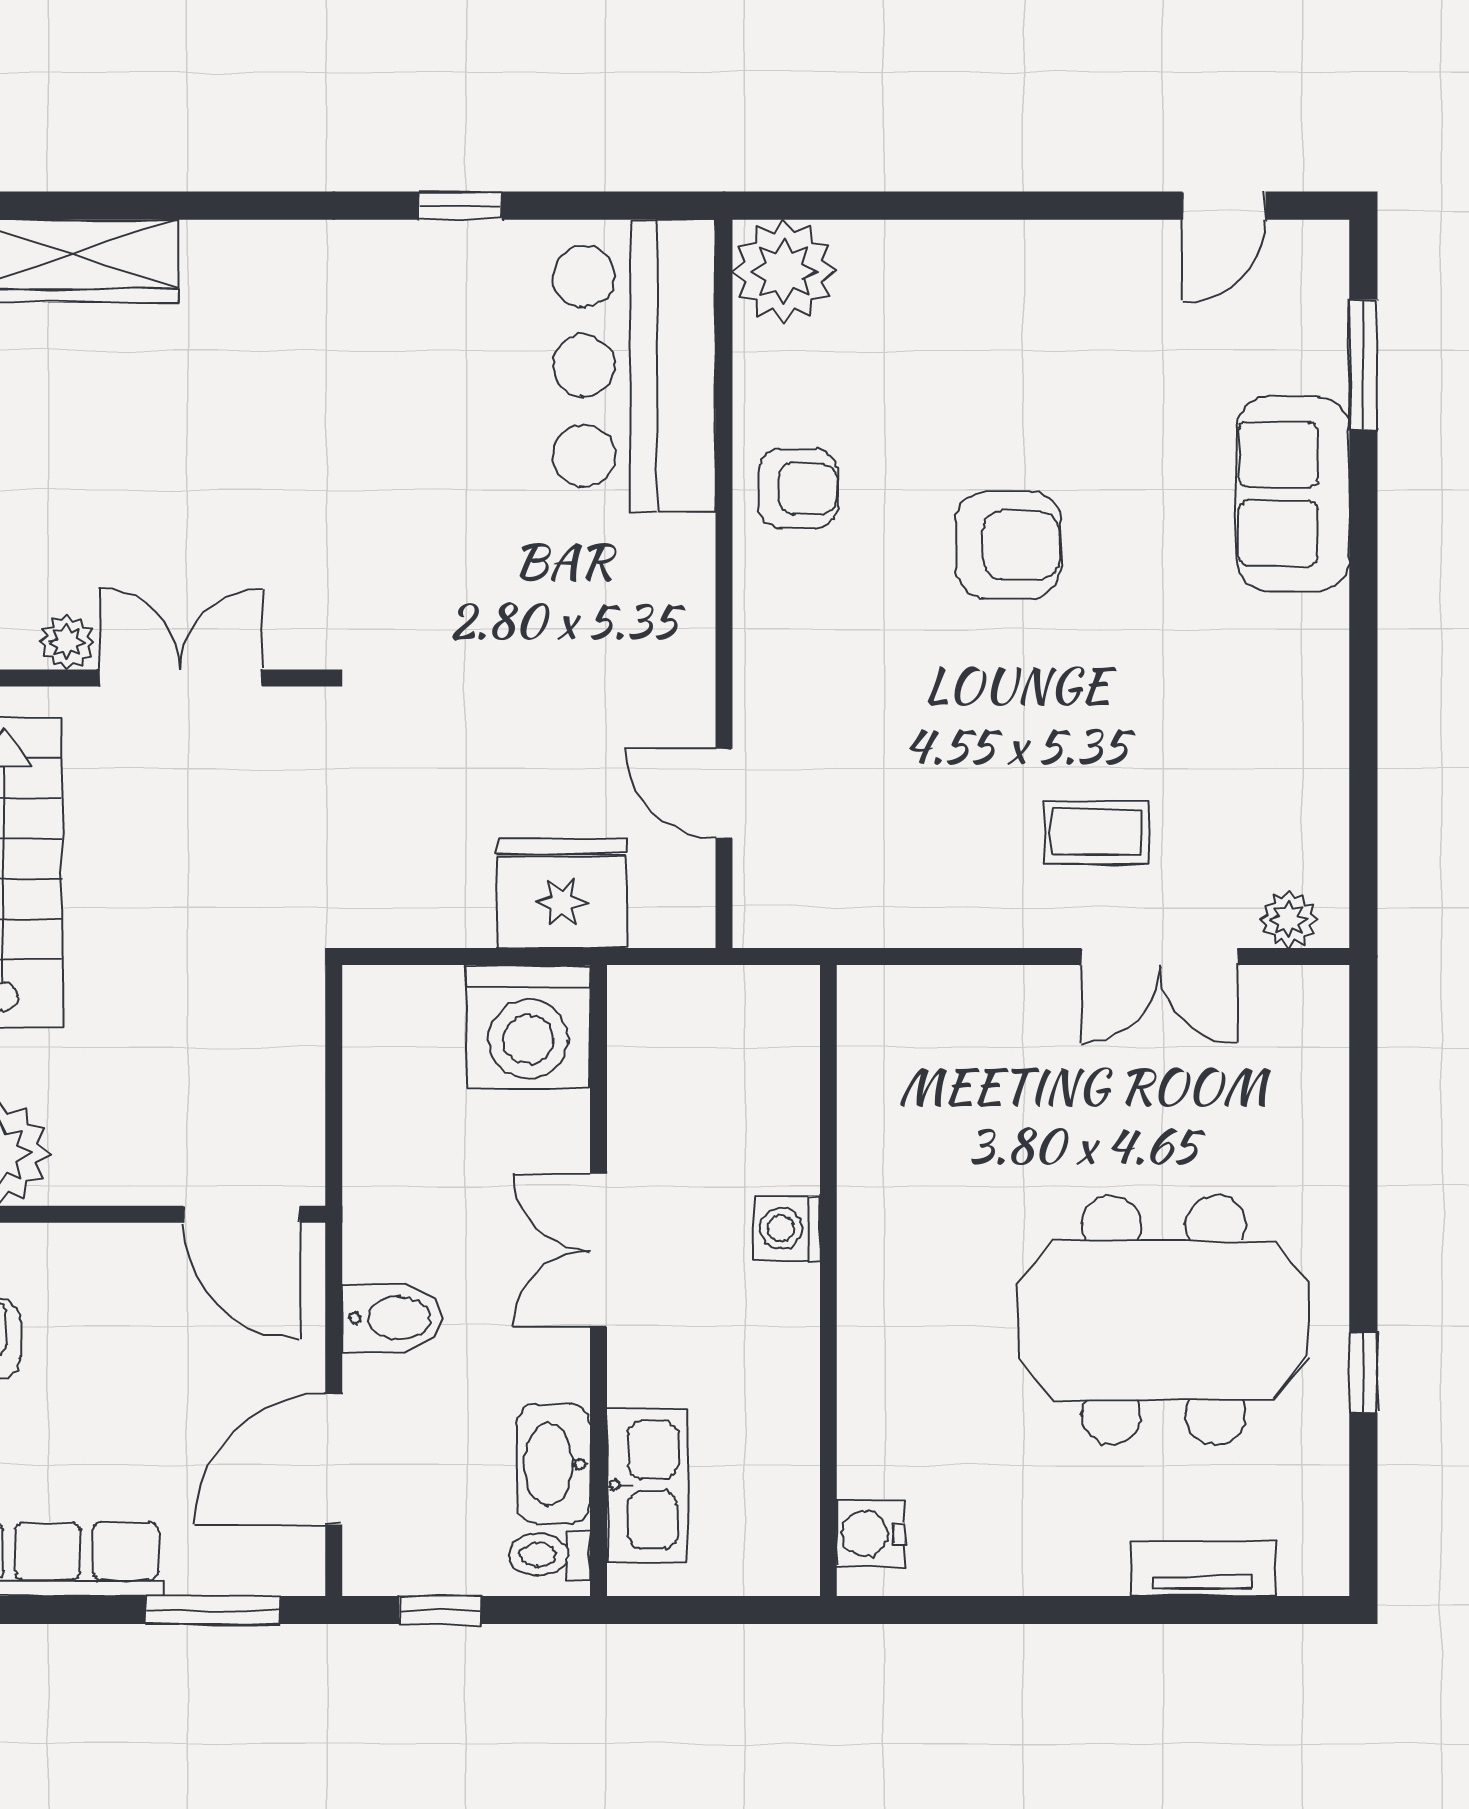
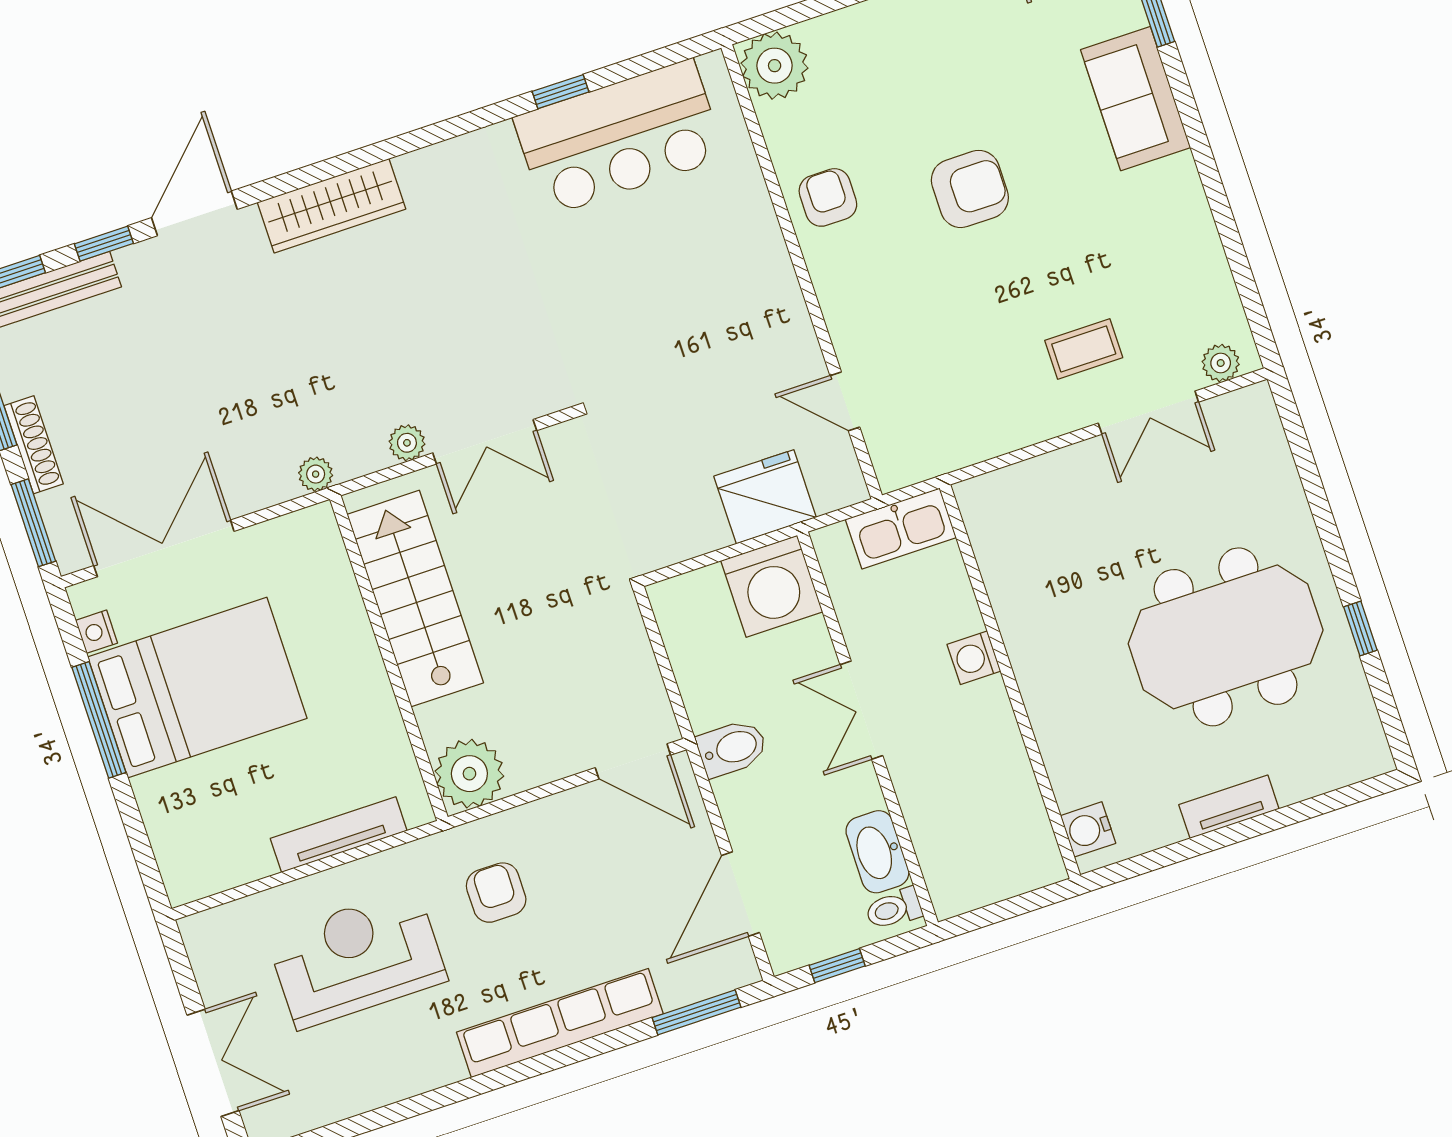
bar counter: (634, 366) -> (619, 138), moved, turned -90
armchair: (798, 489) -> (828, 197), turned -90
double door: (181, 678) -> (485, 442), swing flipped
bidet: (392, 1318) -> (732, 748), moved
kitchen sink: (647, 1485) -> (901, 528), moved, turned 90
tv unit: (1203, 1569) -> (1229, 807), moved

